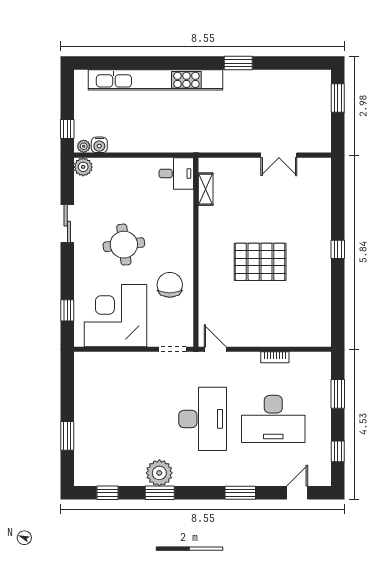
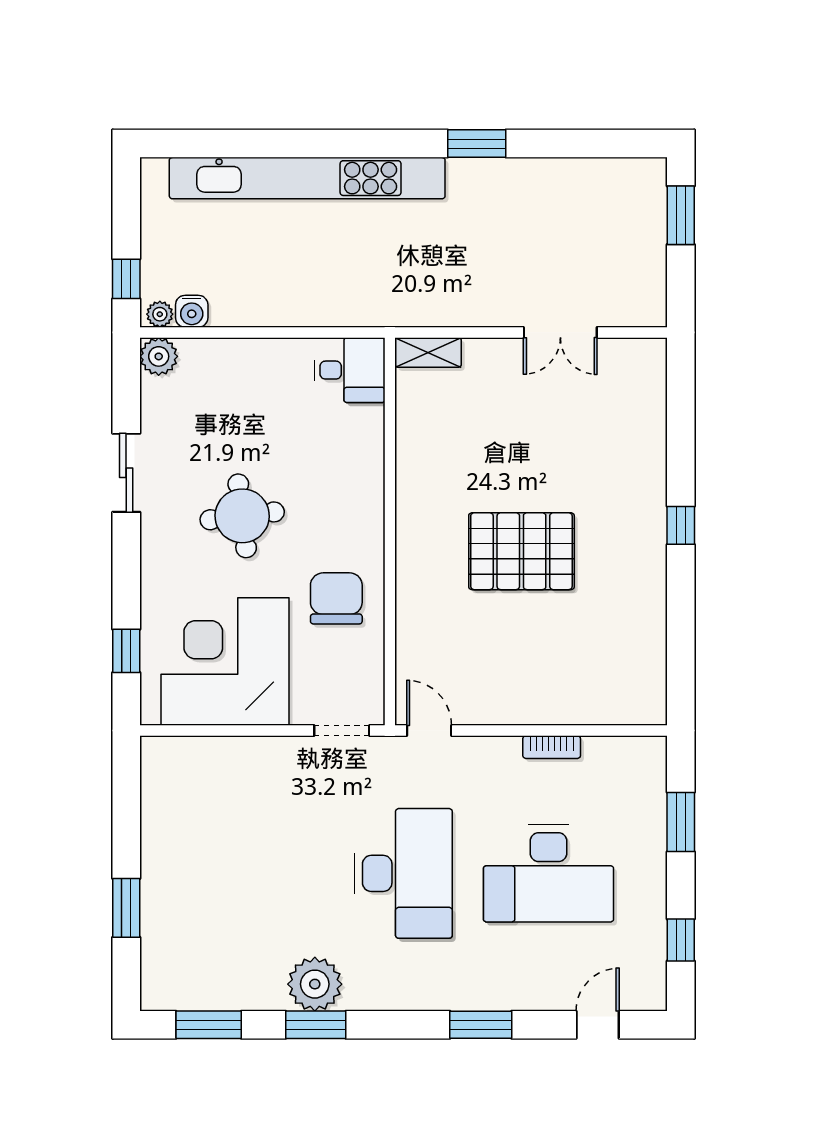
shelving: (206, 189) -> (428, 352), moved, turned 90
window: (108, 493) -> (209, 1025), width x1.50

